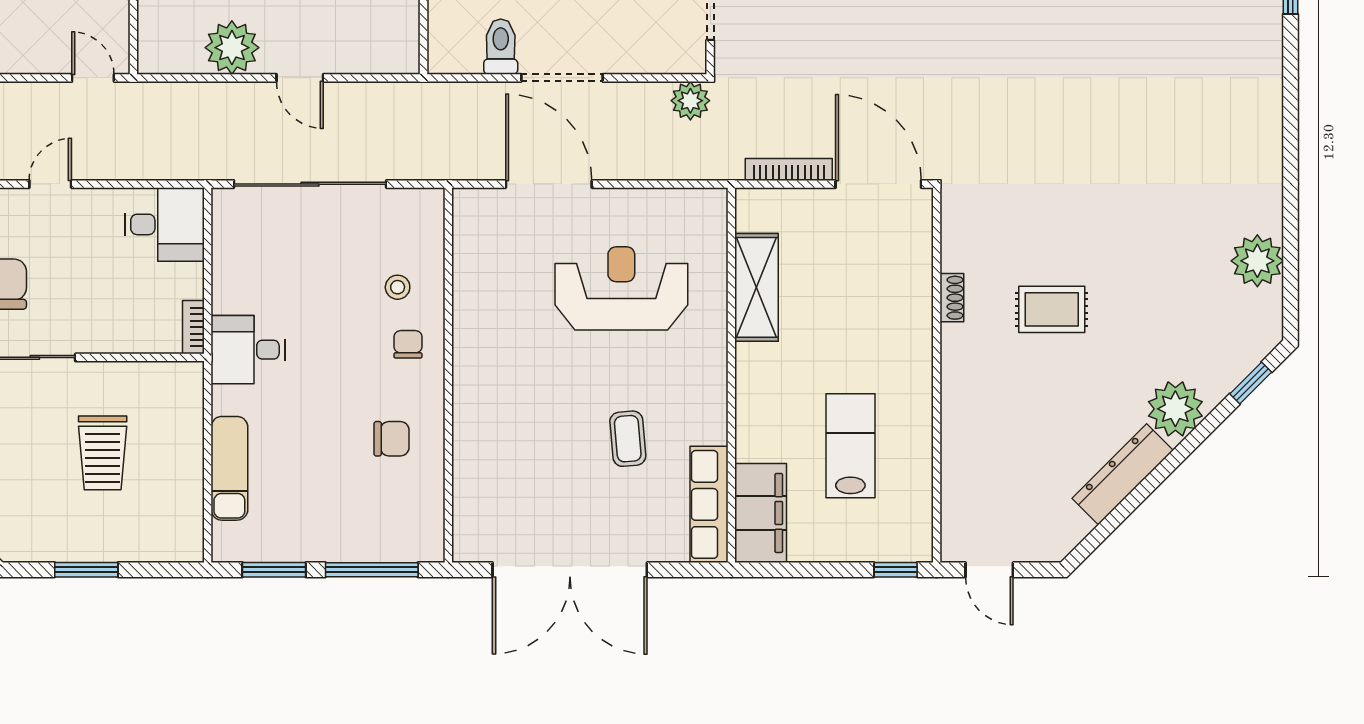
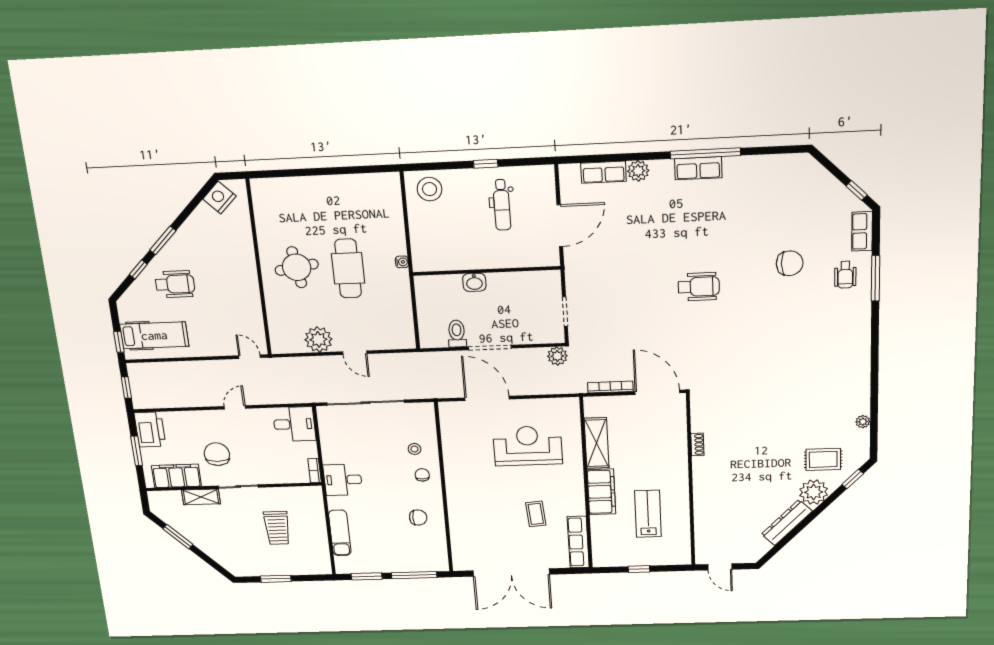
plant: (1257, 261) -> (863, 422), width x0.53, depth x0.53
rug: (1052, 309) -> (823, 459), moved
filing cabinet: (761, 513) -> (601, 492), moved
window: (896, 570) -> (639, 569), moved

